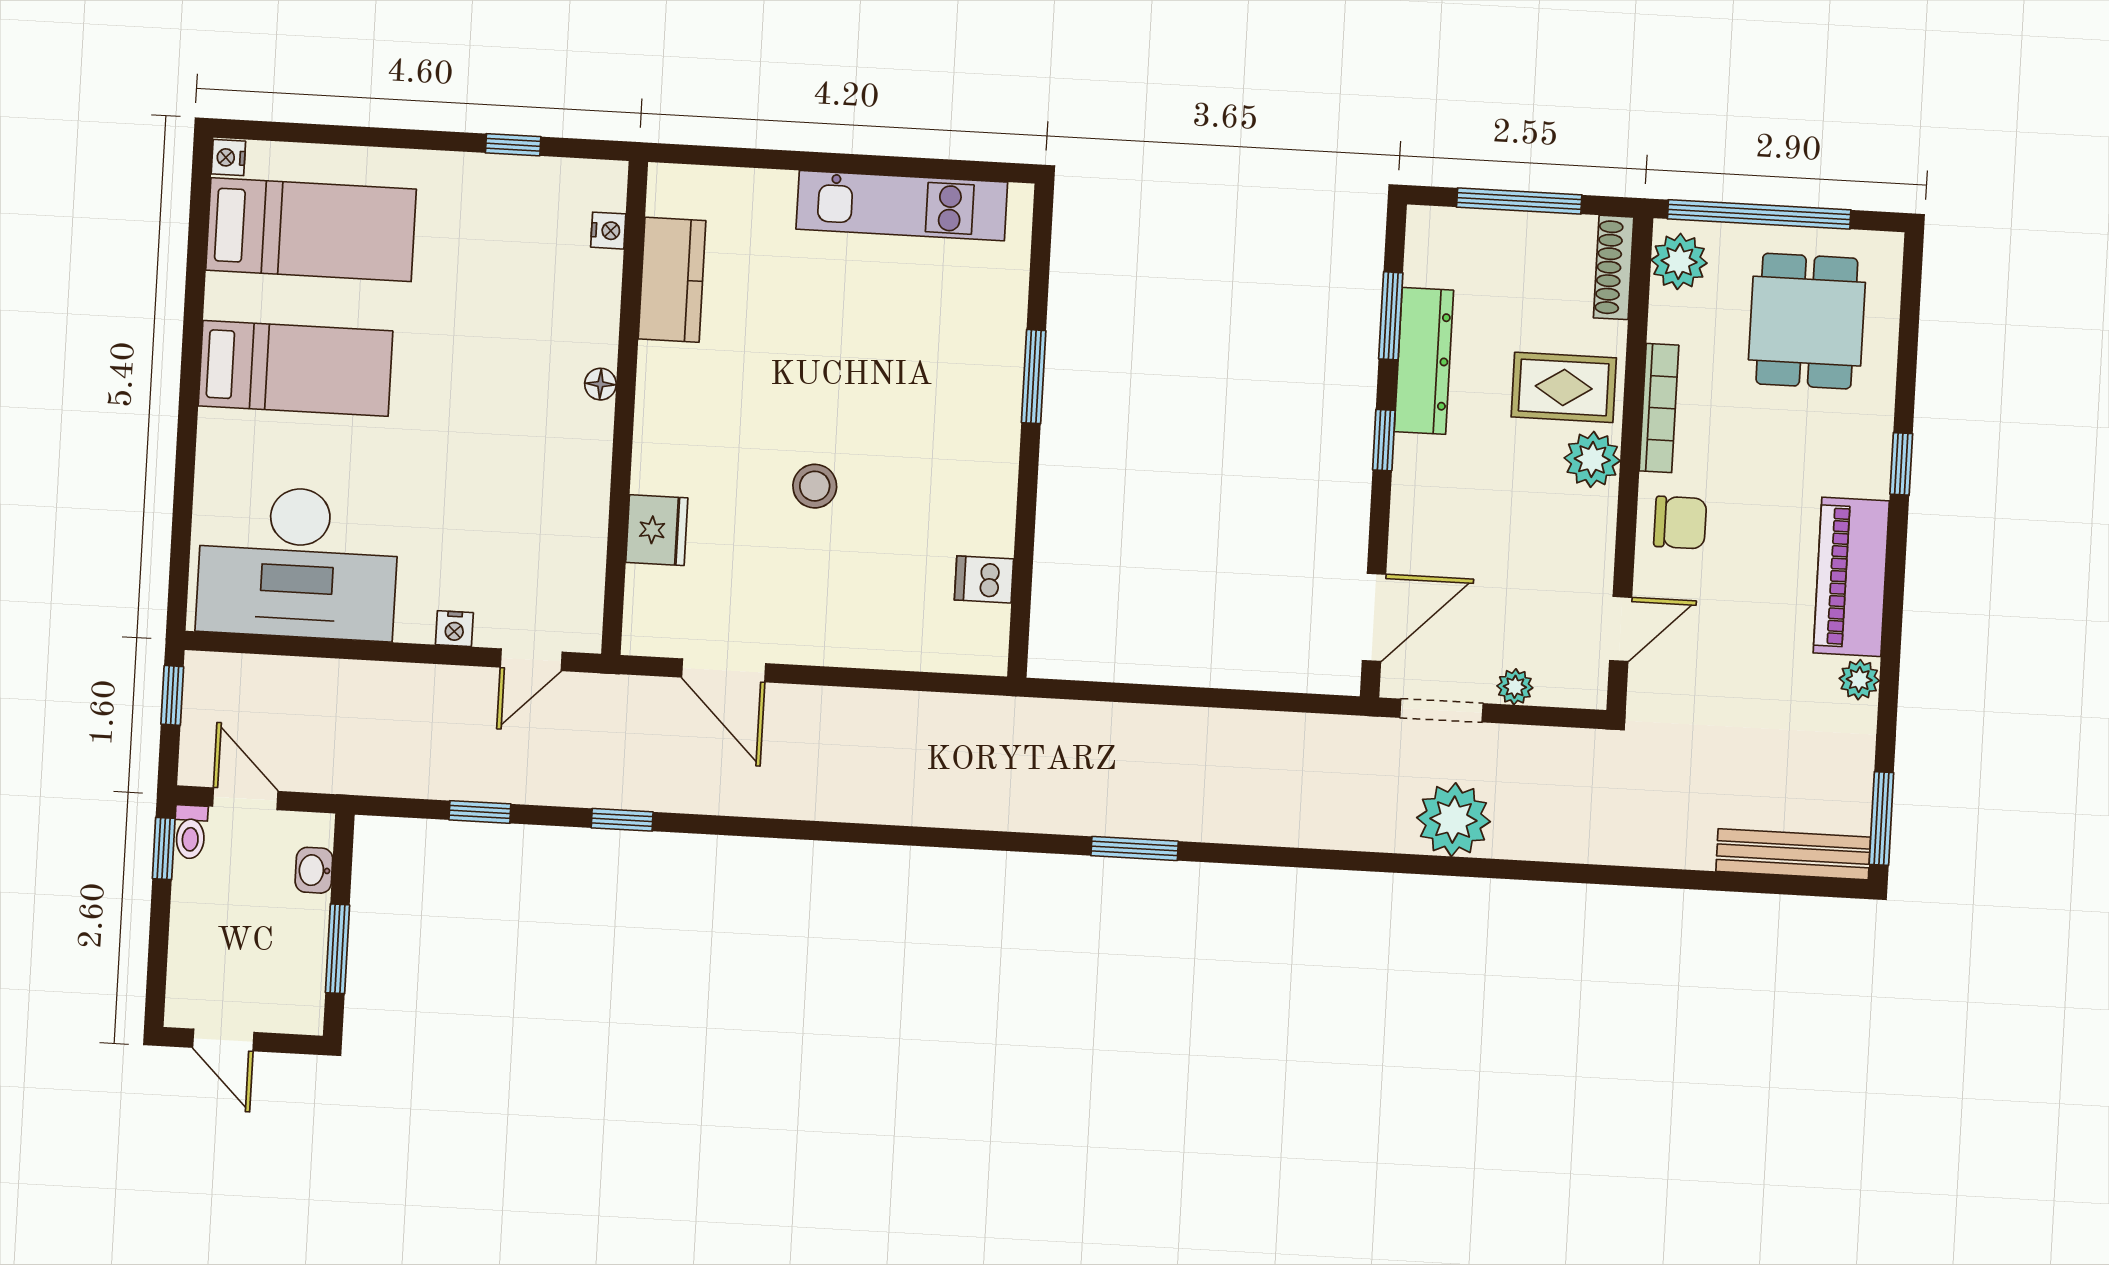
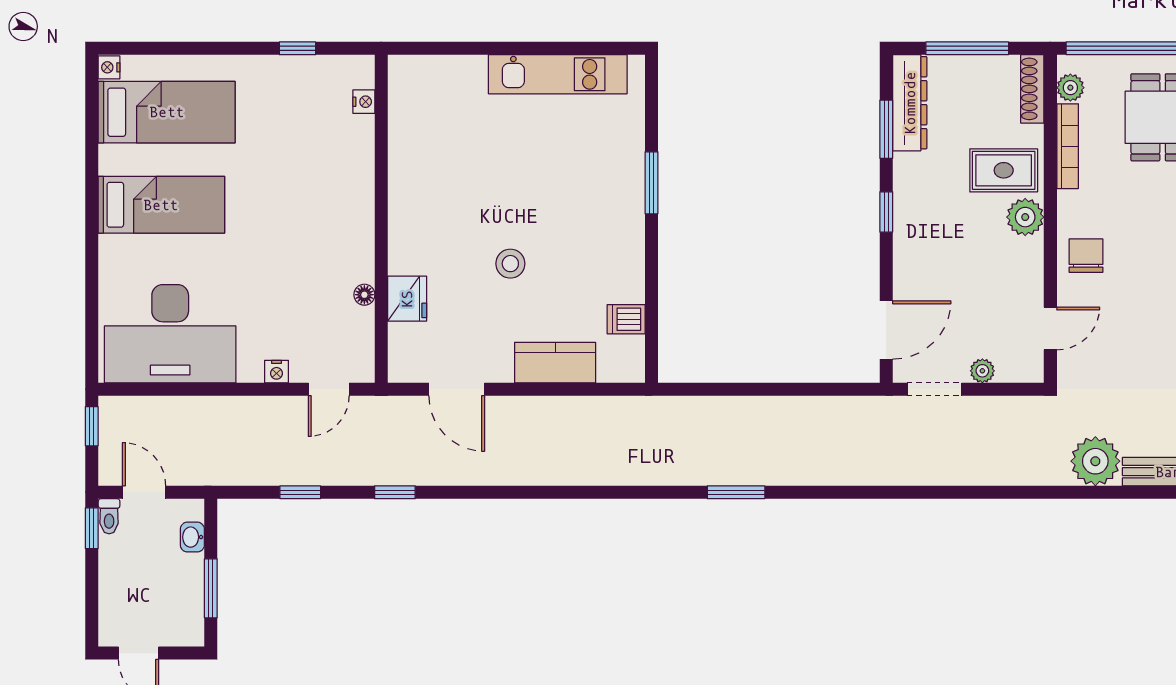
plant: (1679, 261) -> (1070, 88), width x0.73, depth x0.73
kitchen counter: (672, 280) -> (555, 363), moved, turned -90
dresser: (1424, 361) -> (910, 103), moved
floor lamp: (600, 384) -> (364, 295), moved
bookcase: (1659, 408) -> (1068, 146), moved
chair: (1680, 523) -> (1086, 256), turned -90
plant: (1453, 820) -> (1095, 461), moved

